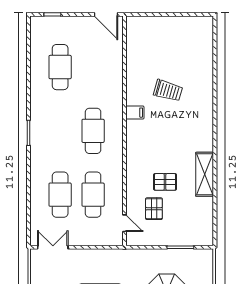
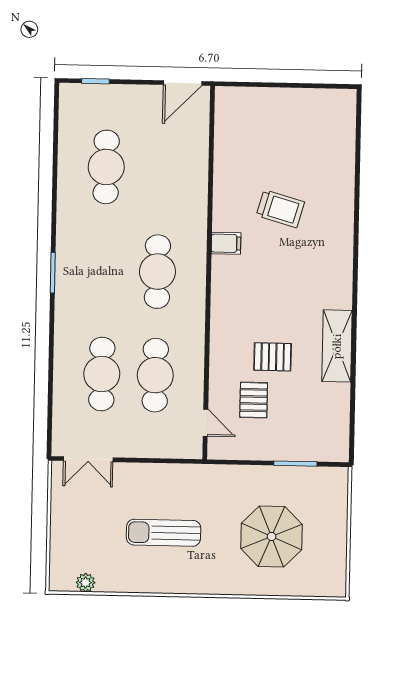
door: (106, 14) -> (183, 83), hinge flipped
double door: (53, 247) -> (88, 459), swing flipped

